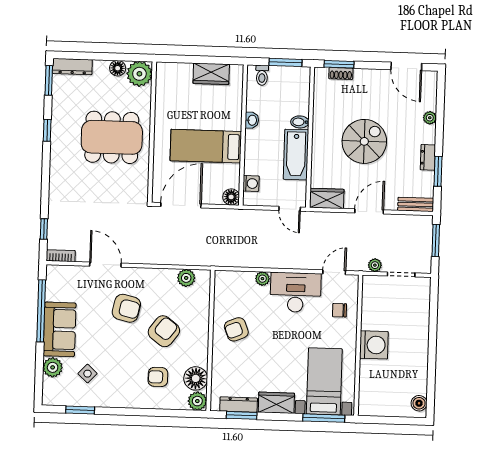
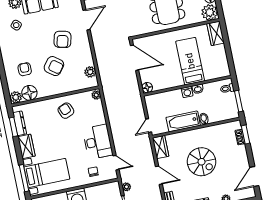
wardrobe: (211, 74) -> (216, 33), moved
bed: (206, 146) -> (190, 61), moved
washing machine: (251, 183) -> (187, 92), moved
plant: (262, 279) -> (96, 95), moved

